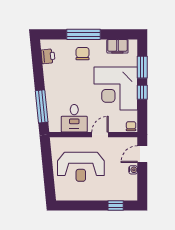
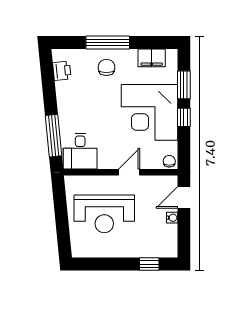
desk: (74, 118) -> (80, 151), moved

